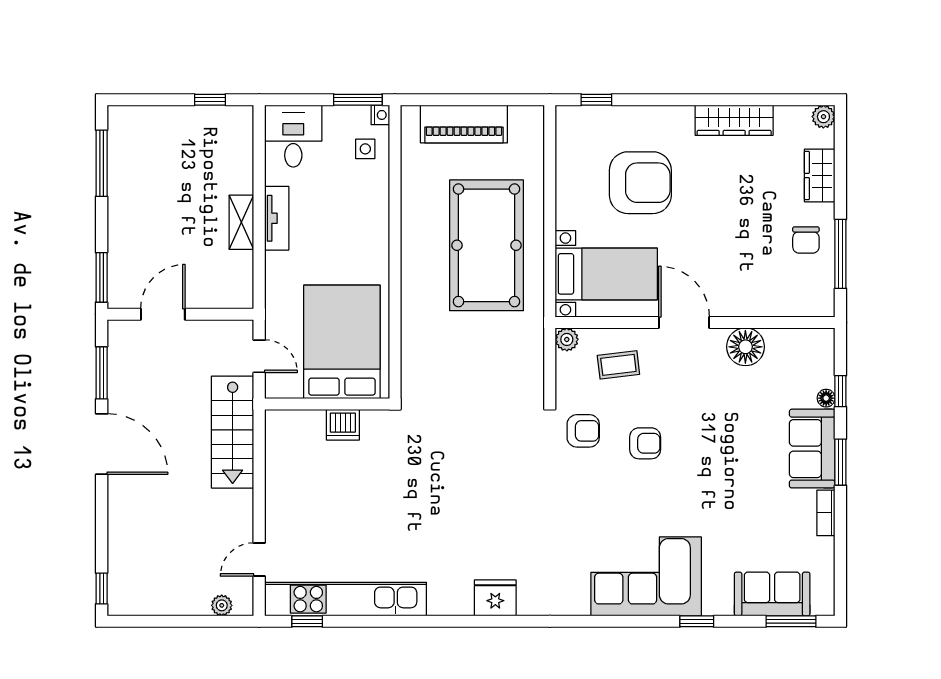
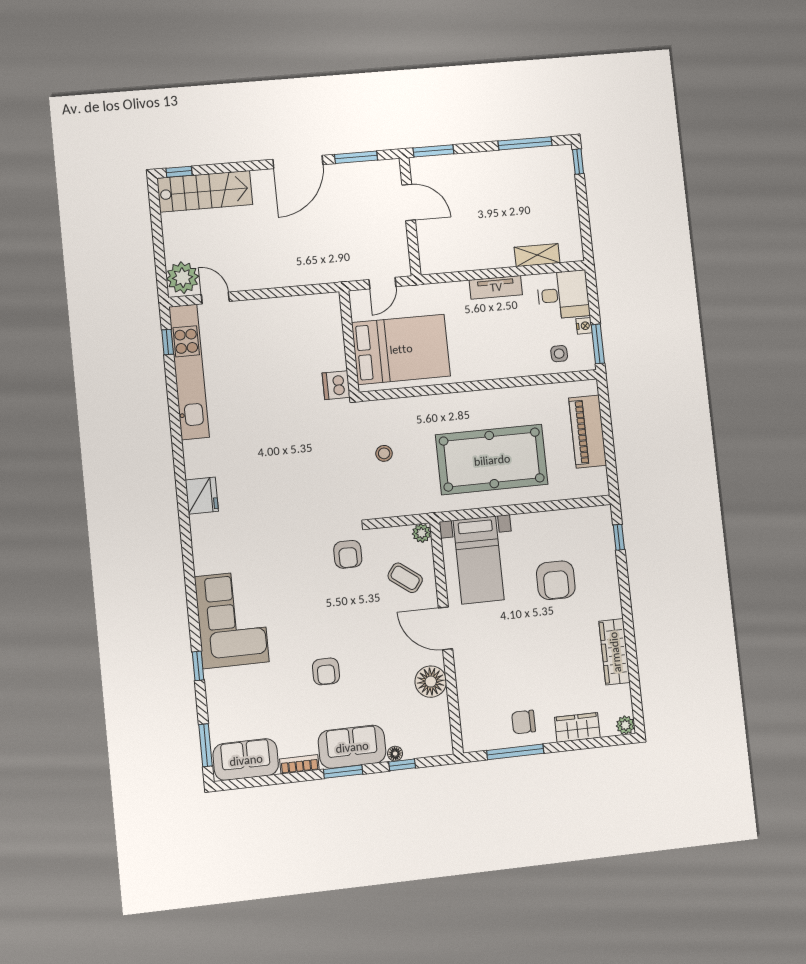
window: (210, 100) -> (578, 161), moved
nightstand: (380, 115) -> (584, 326), moved, turned -90
armchair: (640, 183) -> (556, 580), width x0.73, depth x0.73
shelving: (241, 222) -> (537, 255), moved
door: (684, 322) -> (446, 628), swing flipped
coffee table: (618, 365) -> (405, 578), turned -46
stool: (466, 375) -> (384, 453), added
dishwasher: (343, 425) -> (336, 385), moved
stairs: (233, 432) -> (205, 191), moved, turned 180
armchair: (645, 443) -> (326, 671), moved
sofa: (772, 594) -> (246, 760), moved, turned -90
plant: (222, 605) -> (183, 278), width x1.87, depth x1.87

